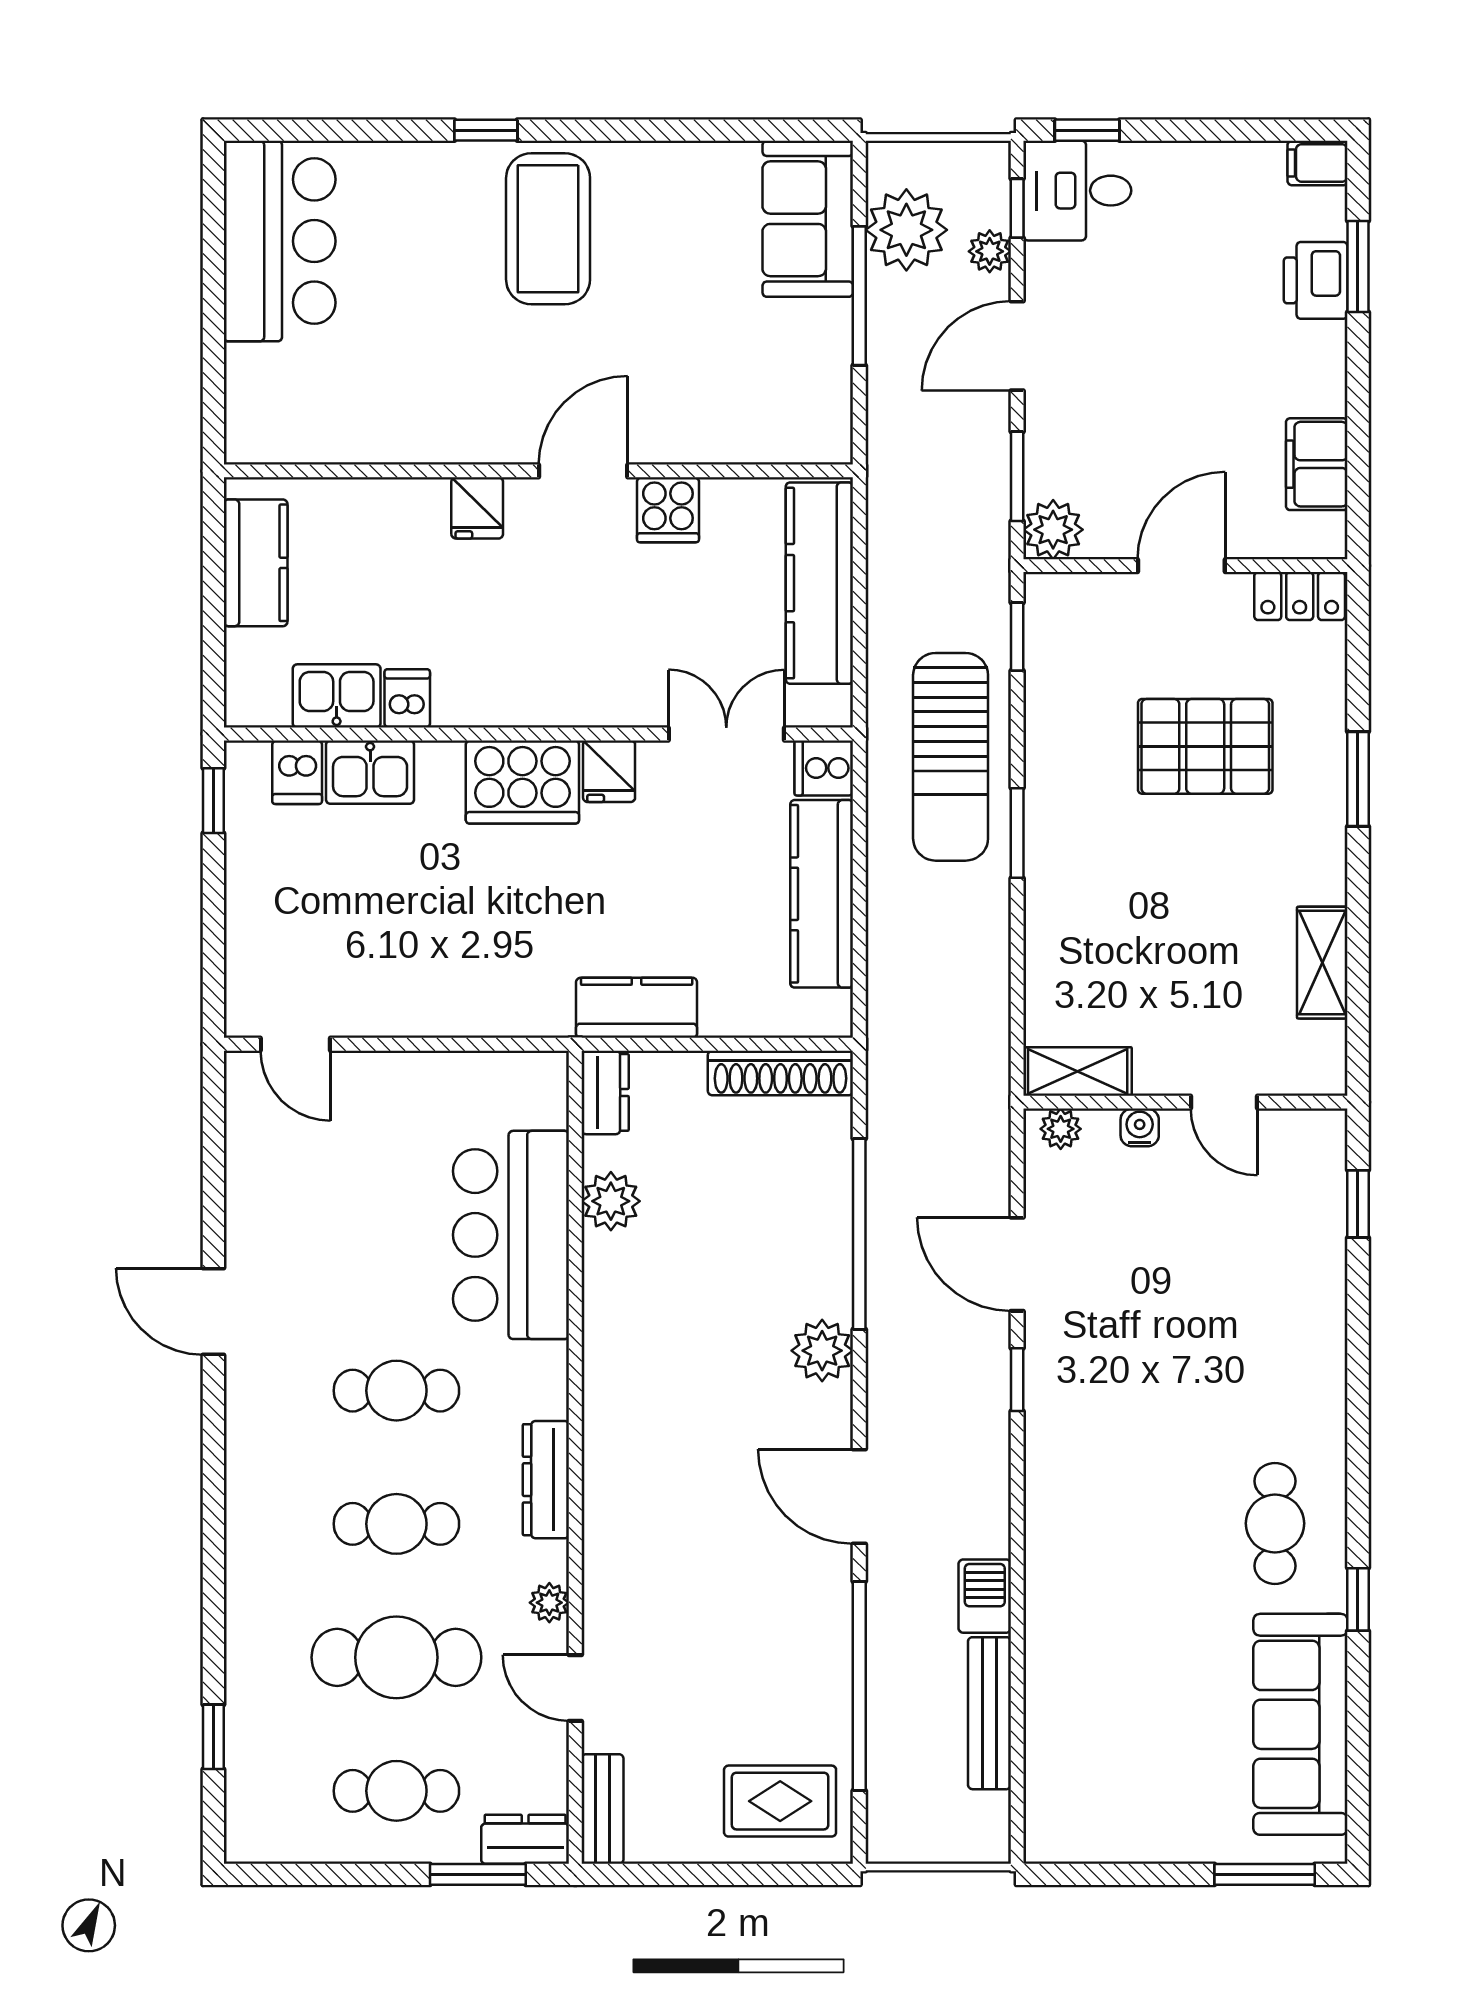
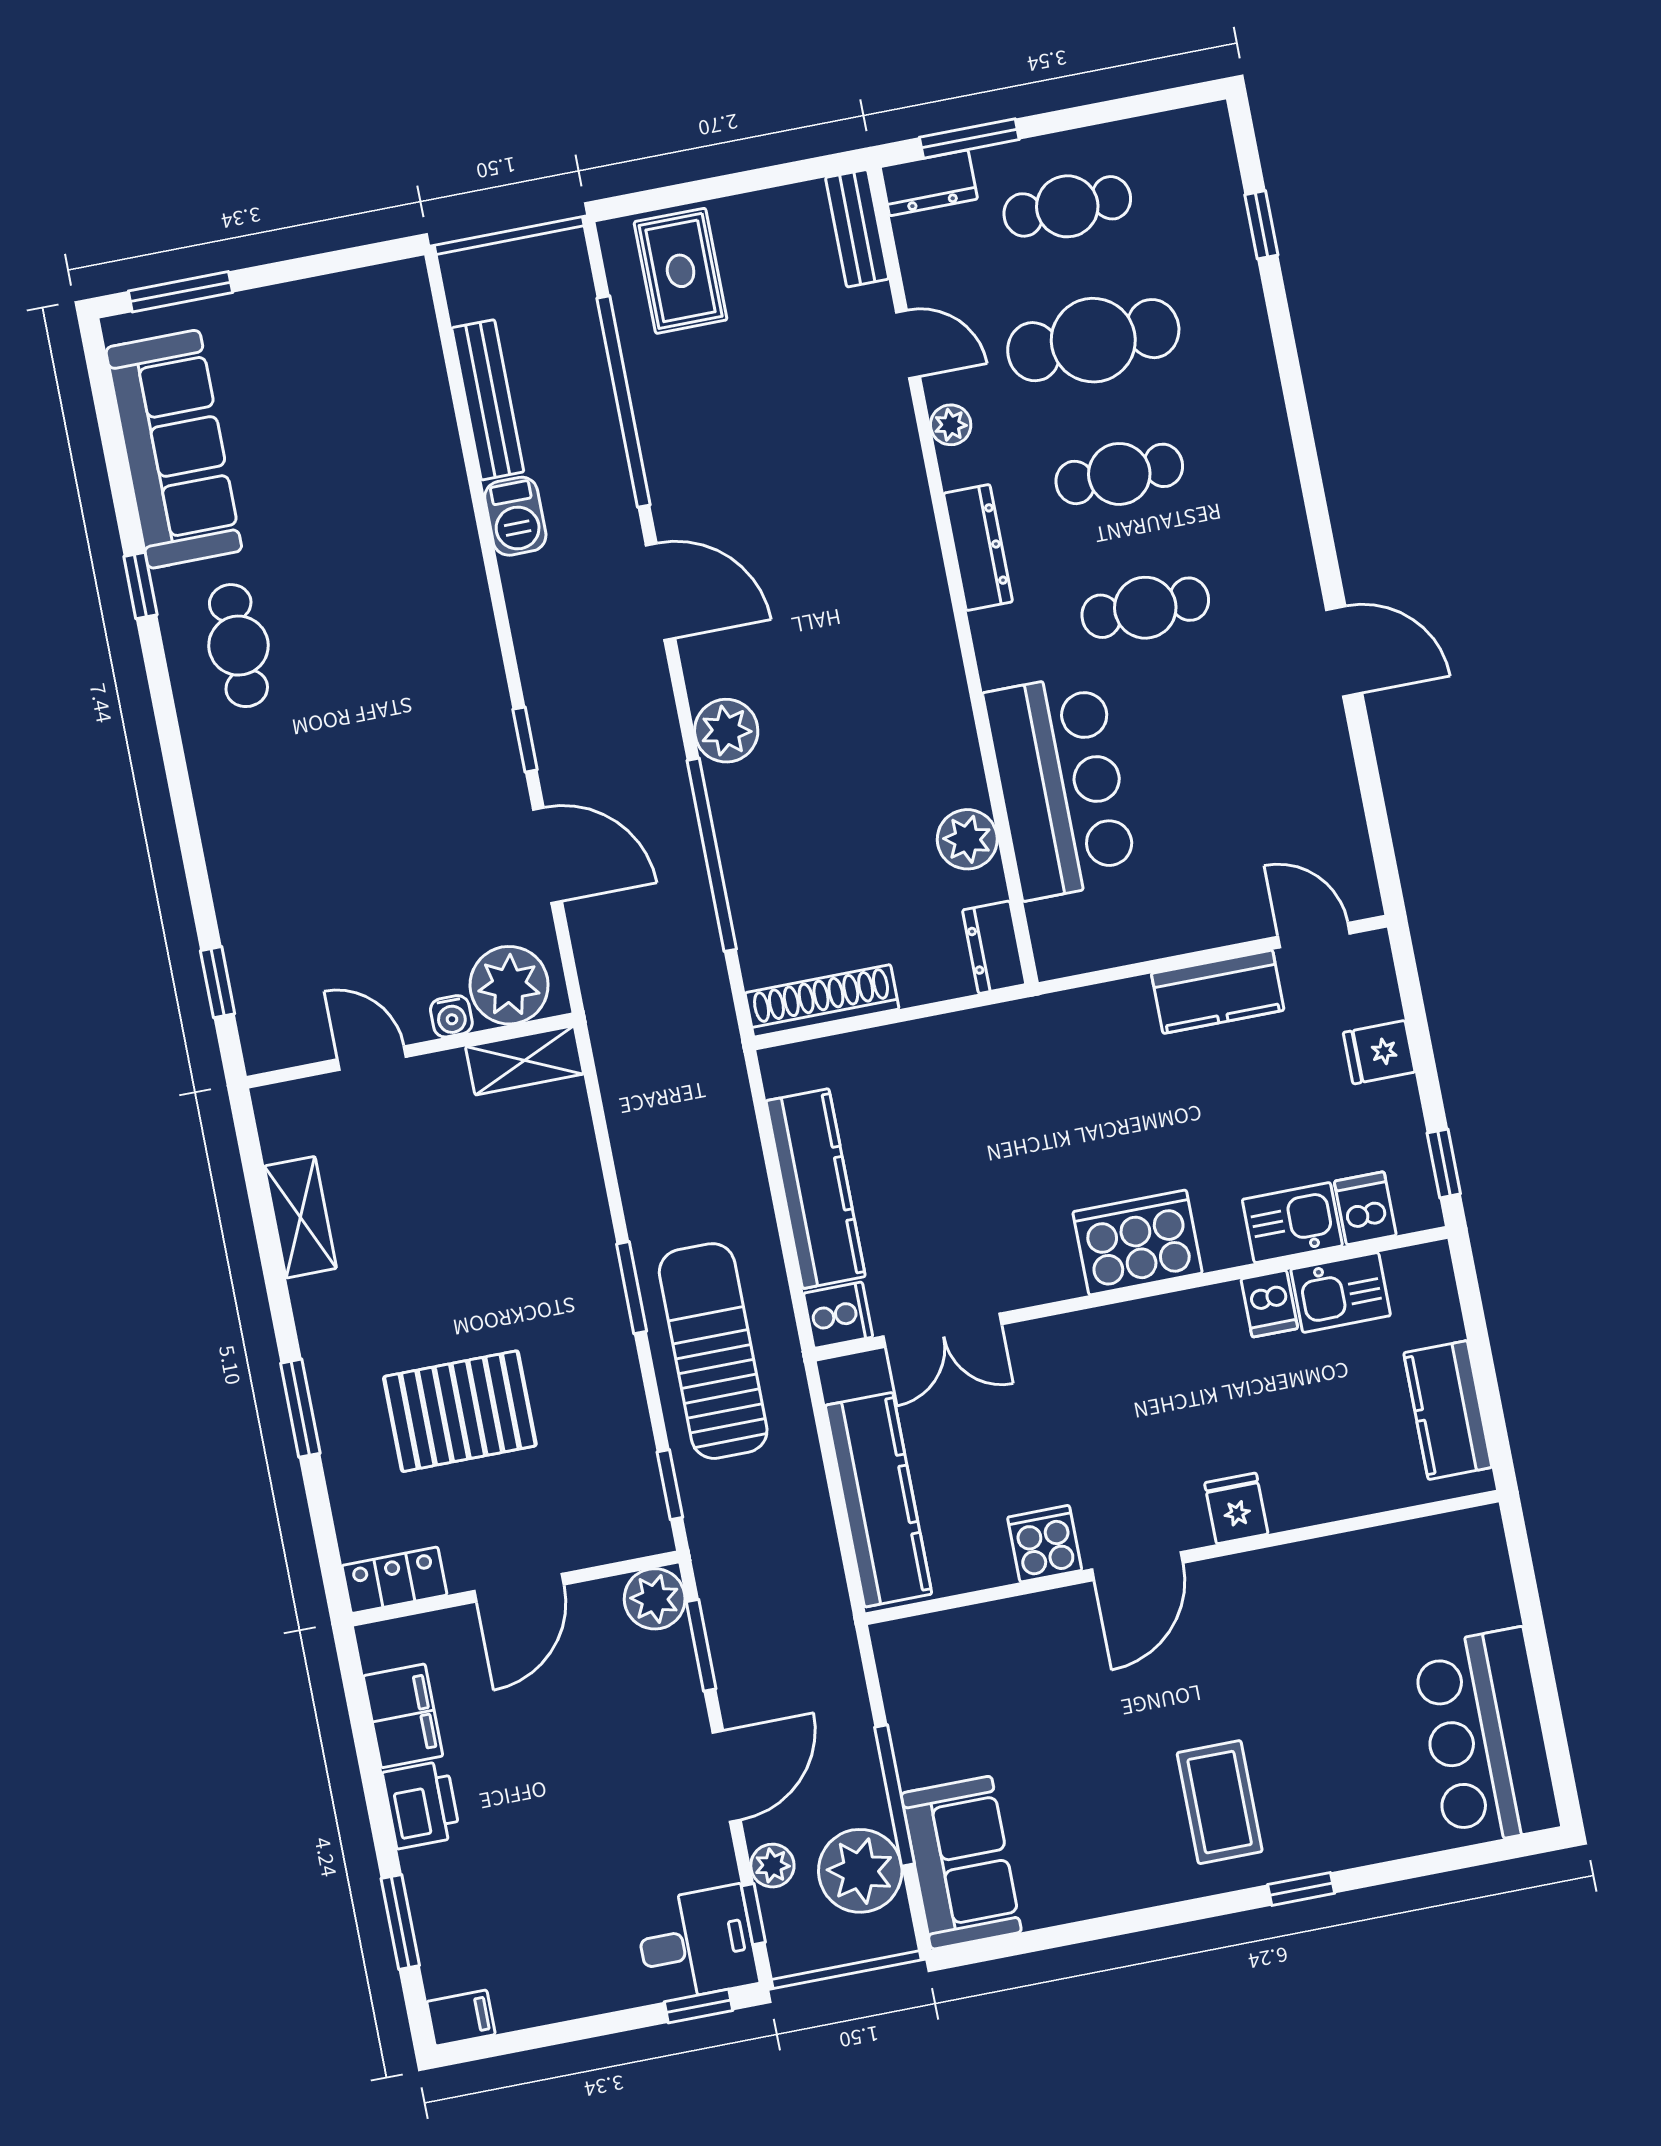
coffee table: (548, 229) -> (1220, 1802), width x0.73, depth x0.76
printer: (1316, 280) -> (421, 1805), moved
fridge: (609, 771) -> (1379, 1052), moved, turned -90
kitchen counter: (637, 1008) -> (1218, 992), moved
plant: (1061, 1129) -> (509, 985), width x1.88, depth x1.88
rug: (780, 1801) -> (681, 271), turned 90

